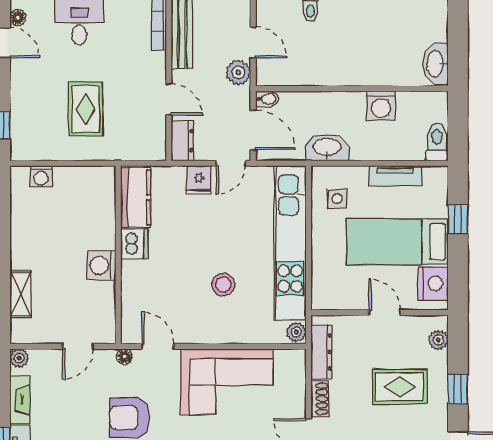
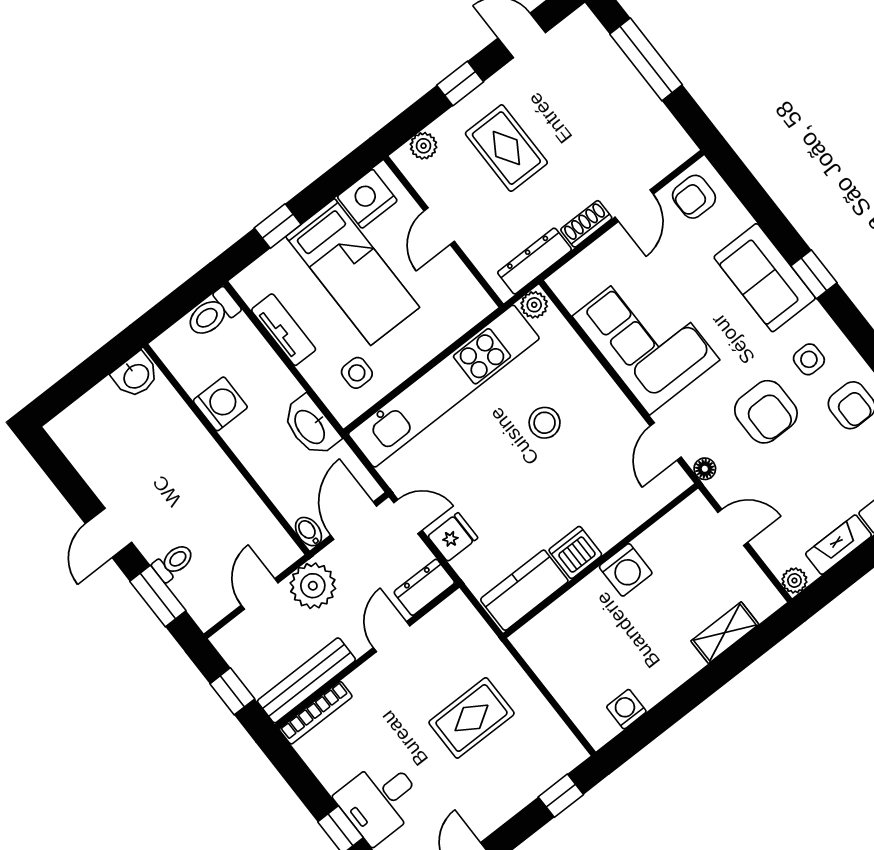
washbasin: (436, 64) -> (136, 375), width x0.72
plant: (238, 72) -> (313, 586), width x1.36, depth x1.36
washing machine: (41, 177) -> (626, 709), moved, turned -90

